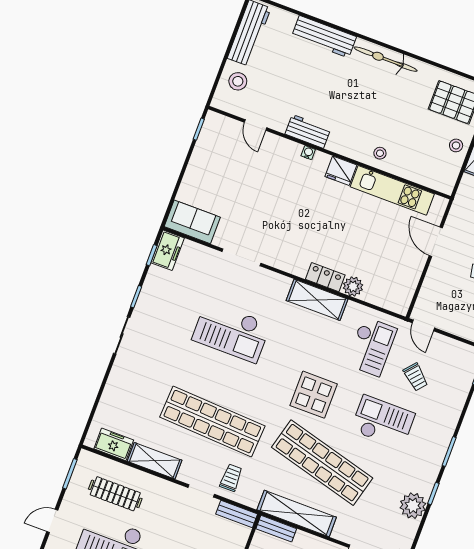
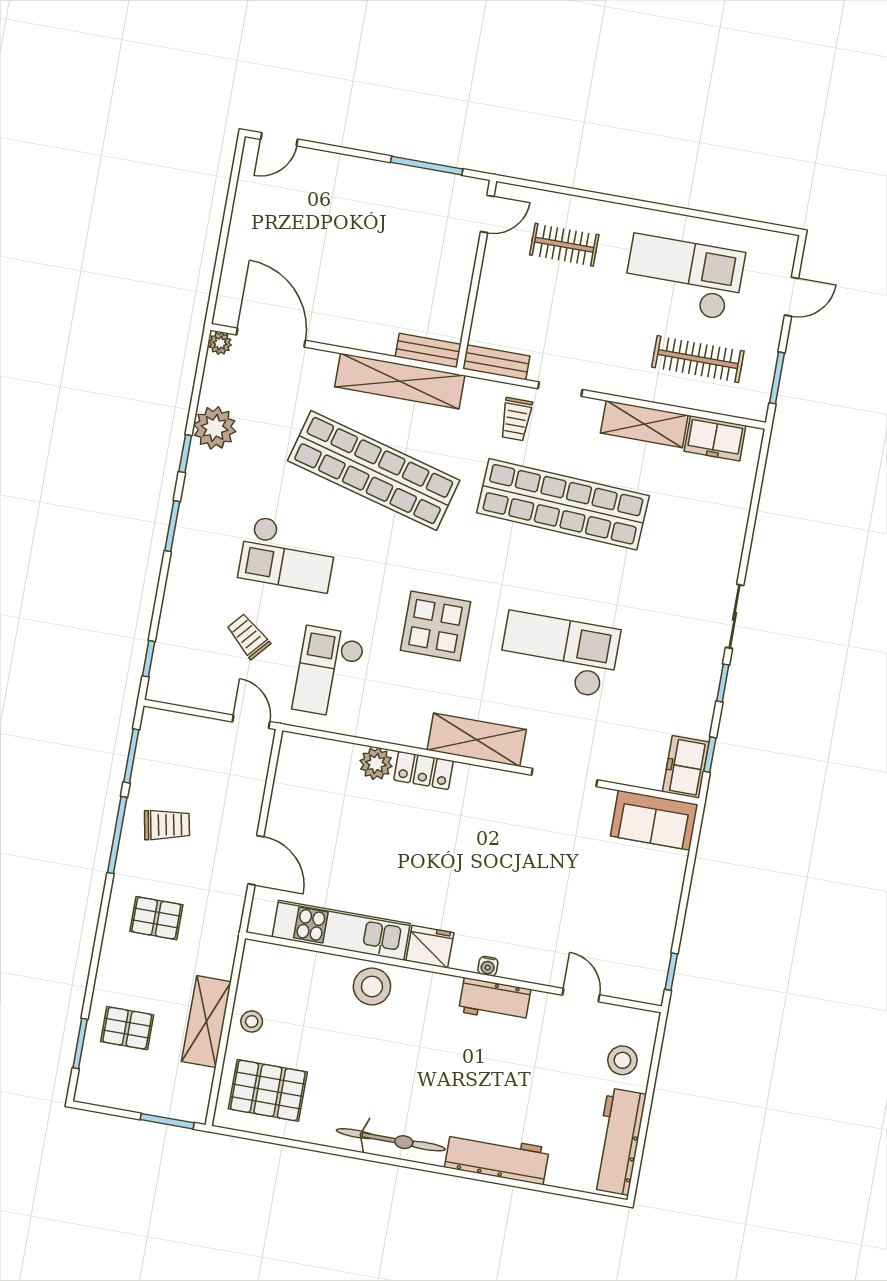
stool: (380, 153) -> (372, 986), width x1.89, depth x1.89
shelving: (317, 300) -> (477, 740), moved
display table: (314, 395) -> (436, 626), moved

